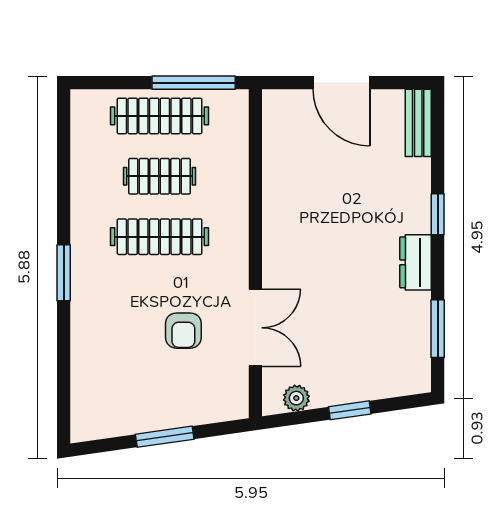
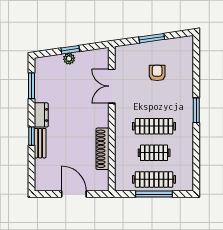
window: (194, 83) -> (154, 194), moved
bench: (418, 123) -> (40, 143), moved
shoe rack: (277, 185) -> (102, 149), added
armchair: (183, 331) -> (157, 73), moved
plant: (296, 398) -> (69, 59), moved

